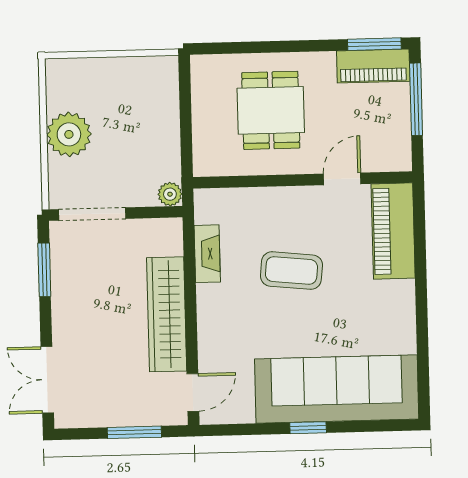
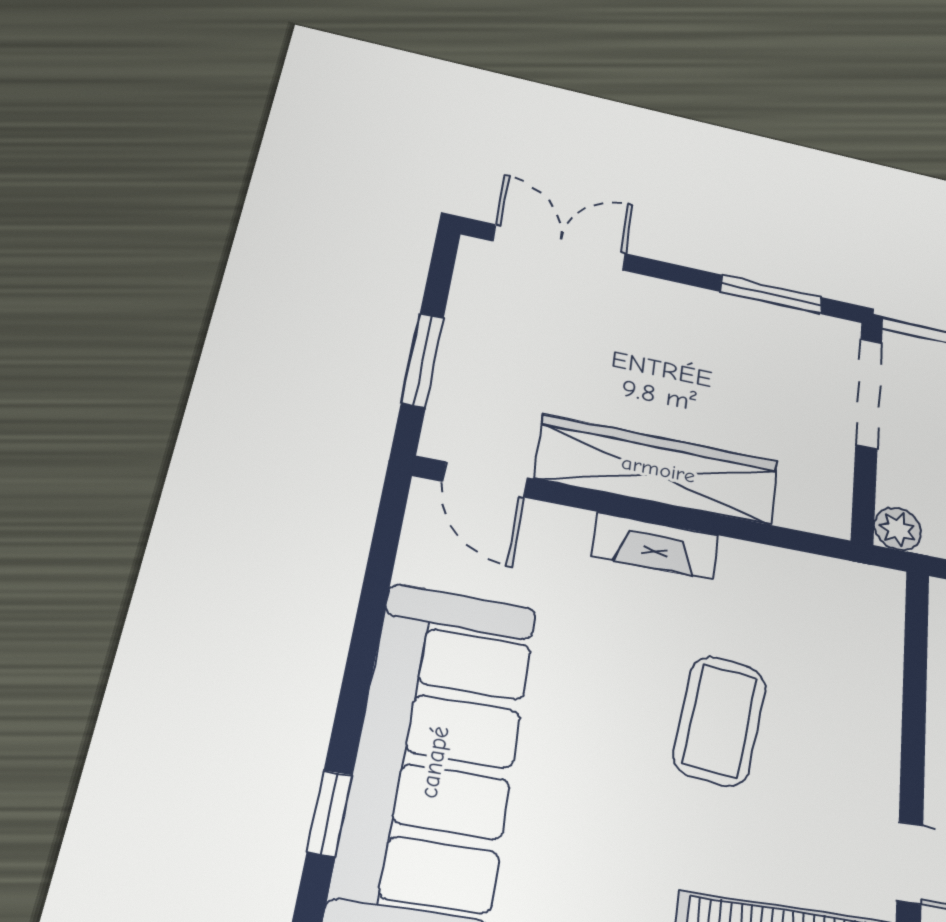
fireplace: (207, 254) -> (655, 546), moved
window: (308, 428) -> (329, 813), moved

